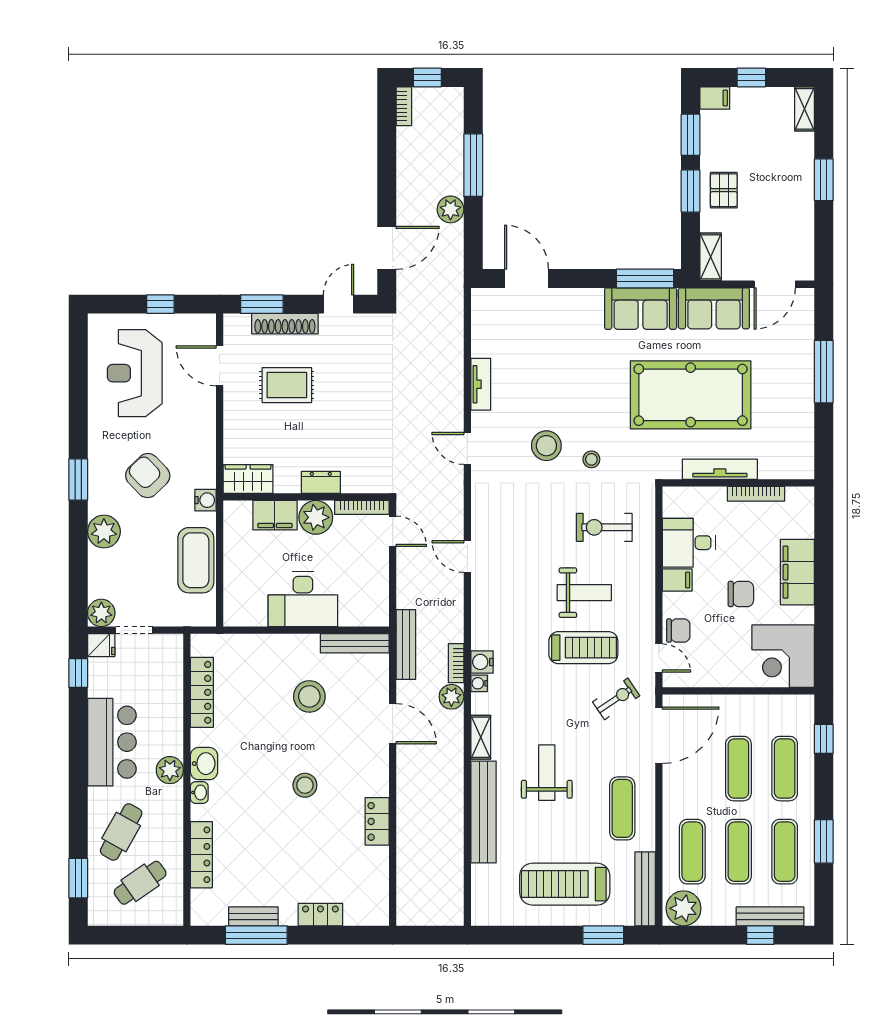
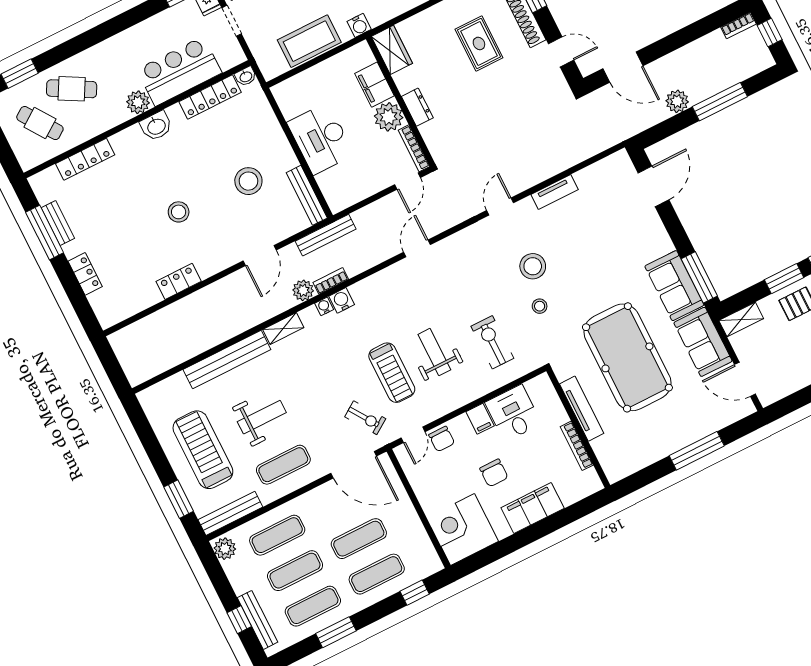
weight bench: (584, 593) -> (434, 352), turned 180
bar counter: (112, 742) -> (179, 71), moved, turned 180
weight bench: (547, 773) -> (262, 417), moved
washbasin: (199, 792) -> (246, 76), moved
plant: (683, 908) -> (225, 549), width x0.73, depth x0.73

